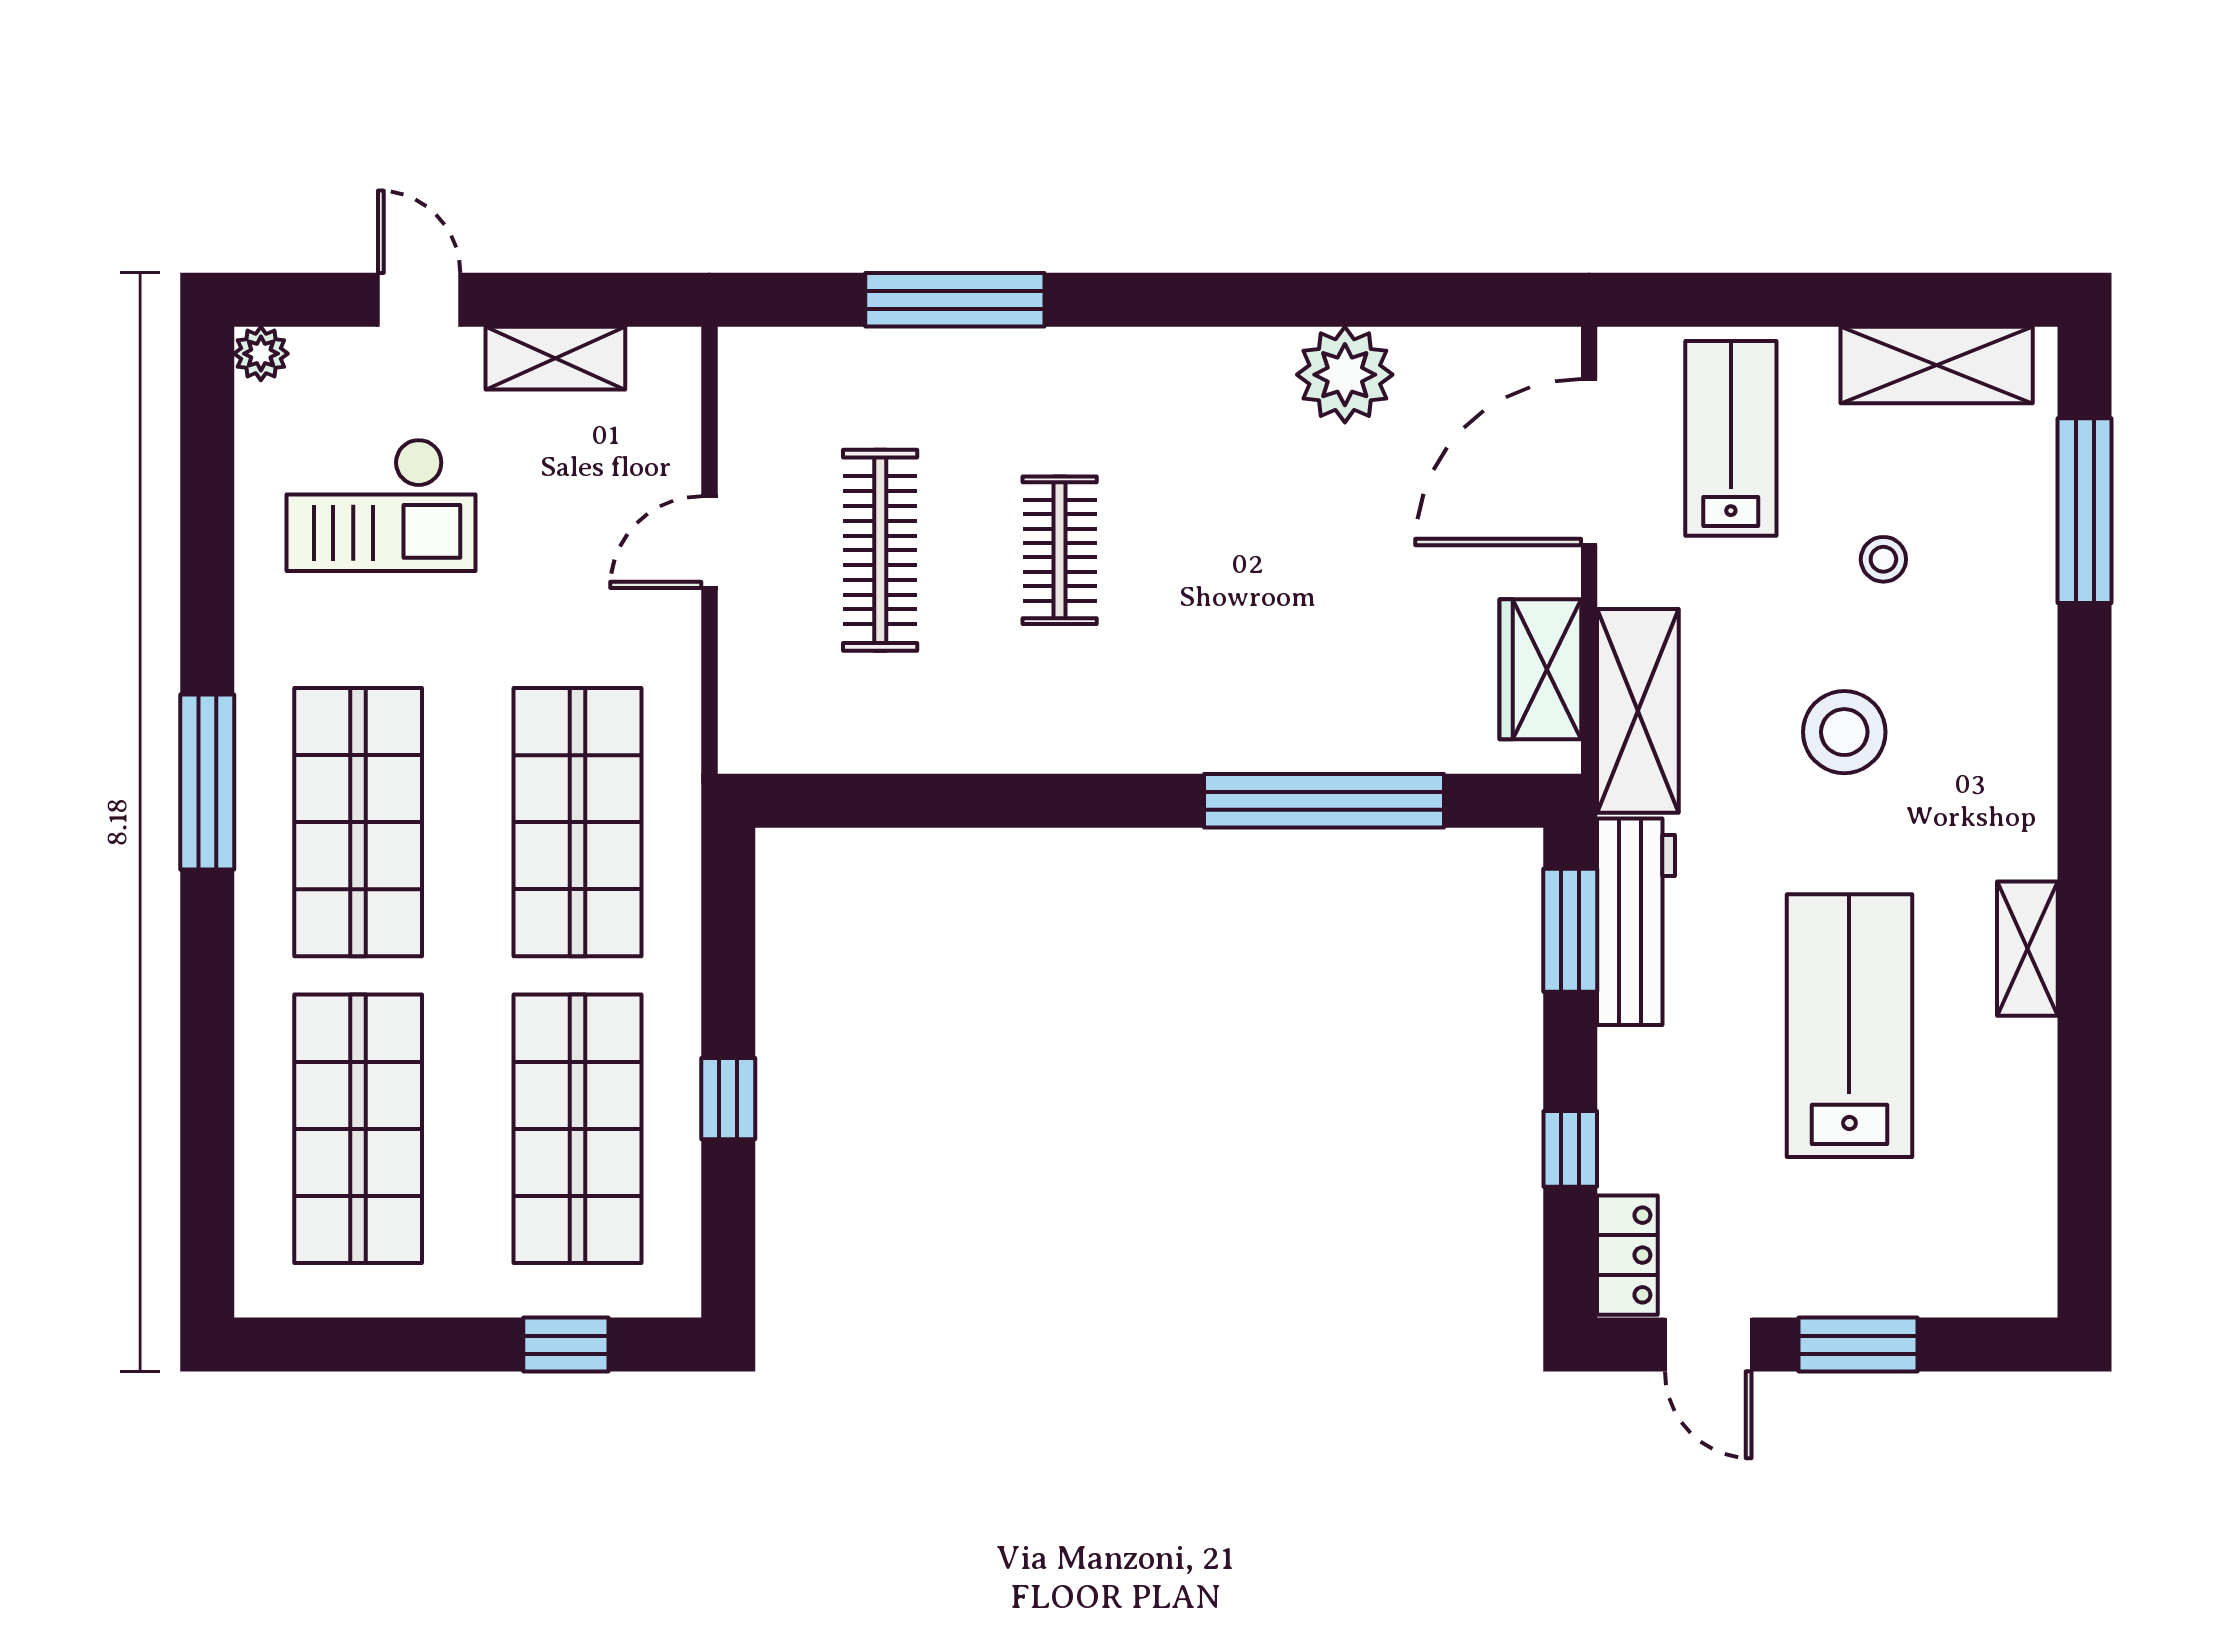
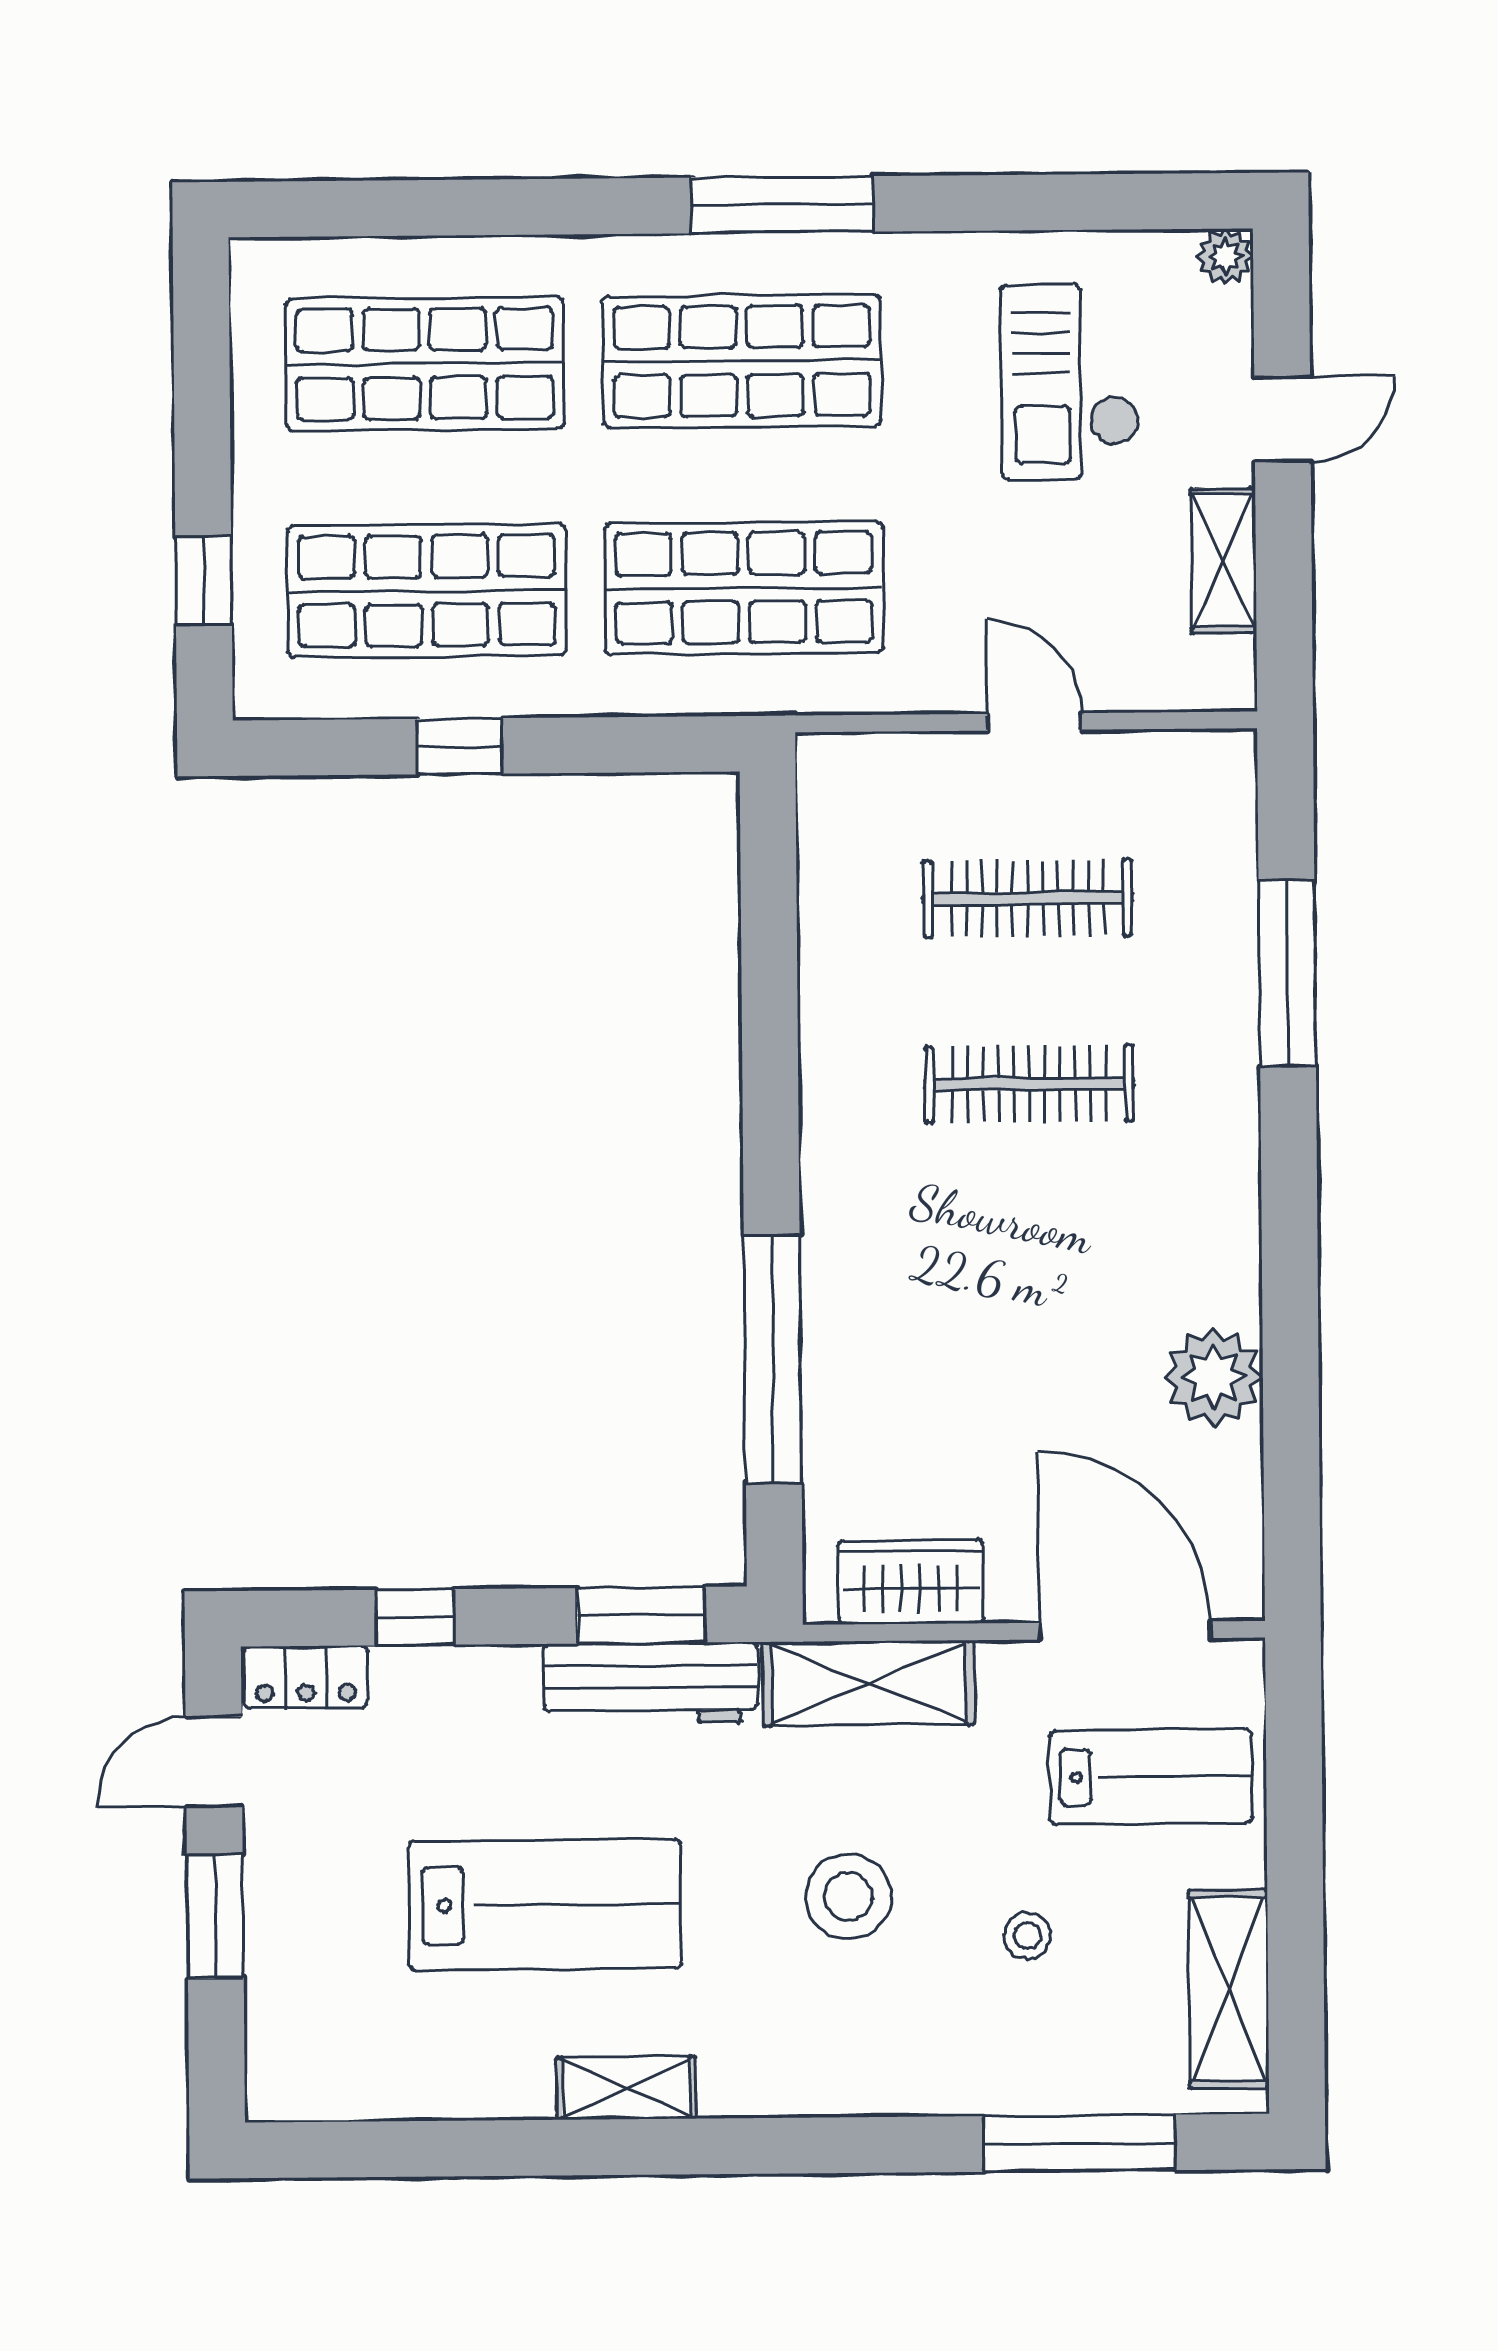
clothes rail: (1060, 550) -> (1029, 1084), width x1.36

